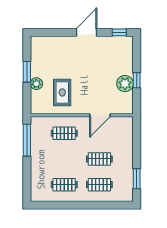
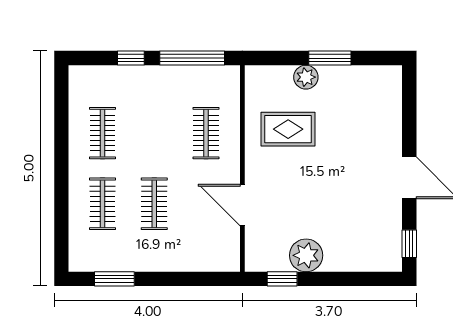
window: (137, 80) -> (282, 279), moved
window: (27, 171) -> (131, 58), added

